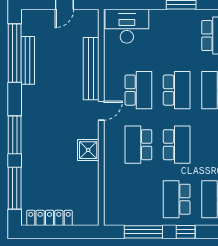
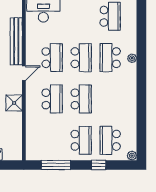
school desk: (138, 145) -> (52, 99), turned 180
school desk: (177, 199) -> (81, 140), turned 180
window: (186, 232) -> (99, 165), moved

